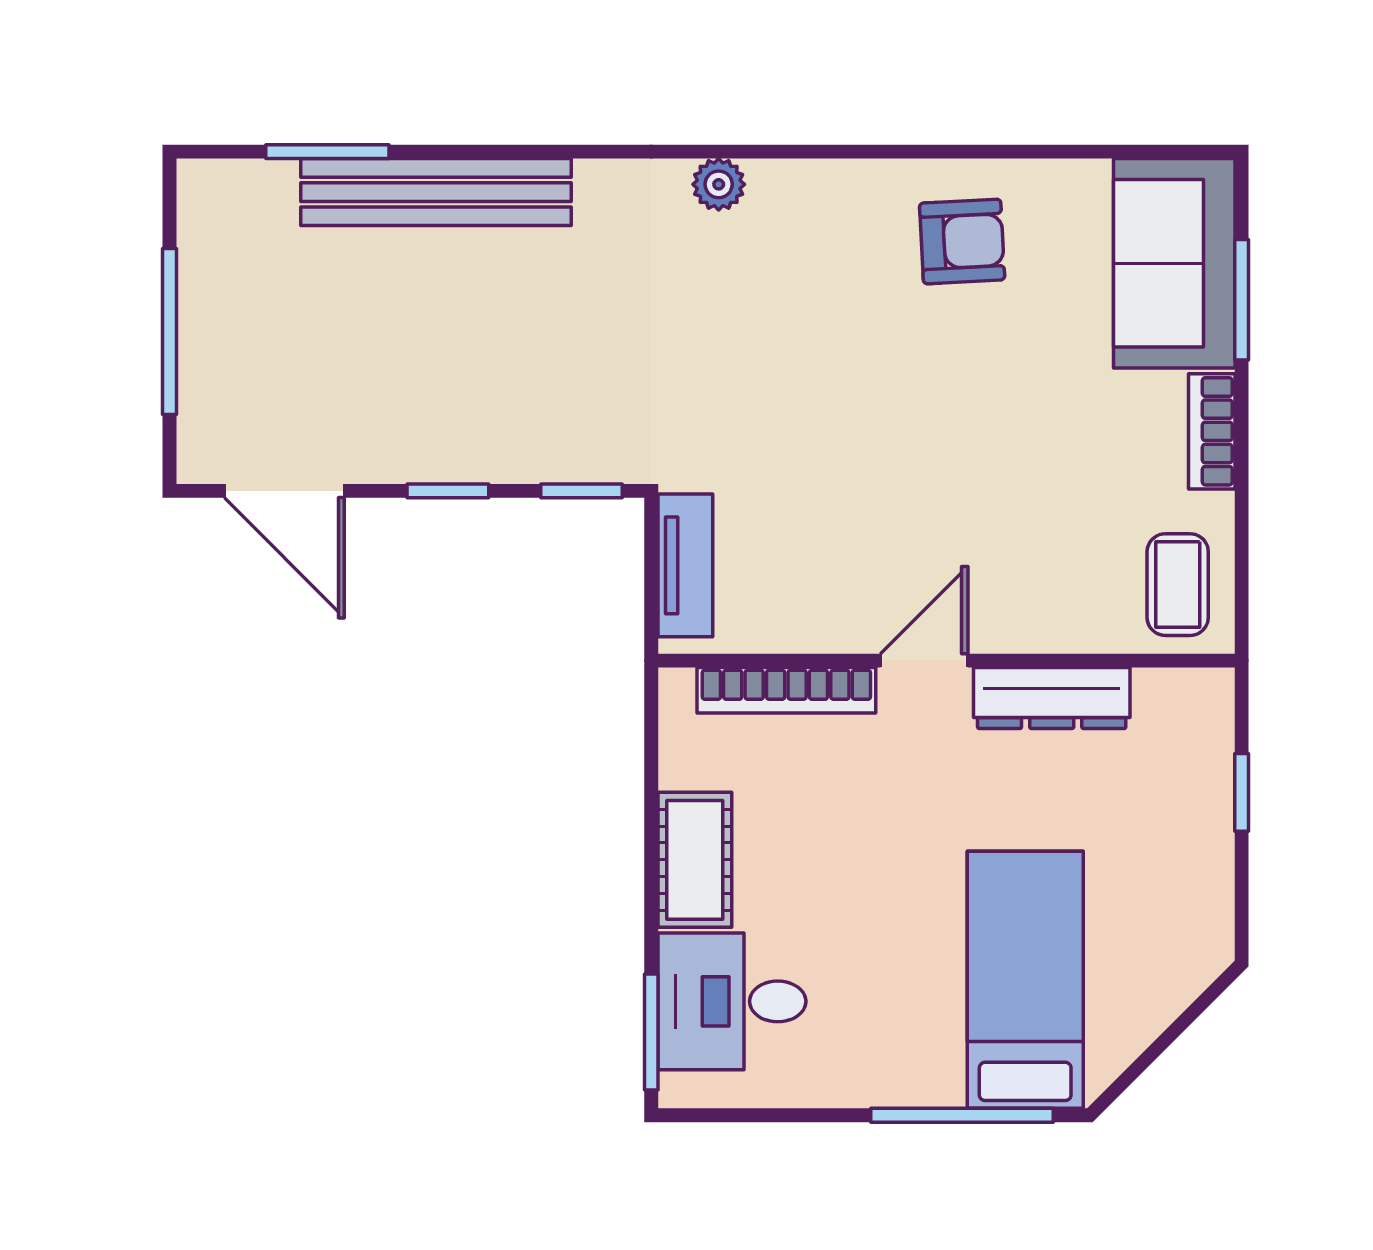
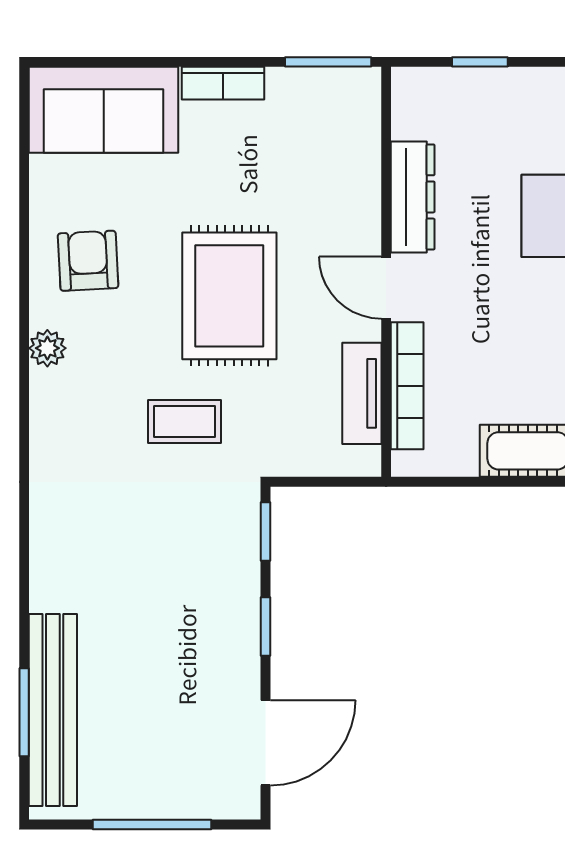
plant: (719, 184) -> (47, 348), moved
bench: (436, 192) -> (53, 710), moved
window: (1242, 300) -> (328, 62), moved
rug: (913, 440) -> (229, 296), added
tv unit: (685, 565) -> (362, 393), moved, turned -90
coffee table: (1178, 585) -> (184, 421), moved

